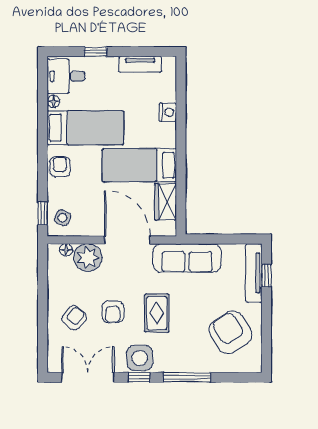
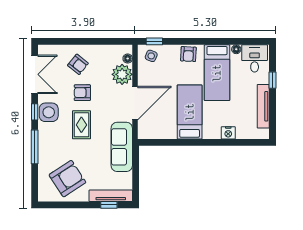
tv unit: (140, 64) -> (263, 106), width x1.41
armchair: (60, 167) -> (188, 54), turned 93
wardrobe: (166, 202) -> (163, 131), removed
rug: (157, 313) -> (81, 125), turned 90

